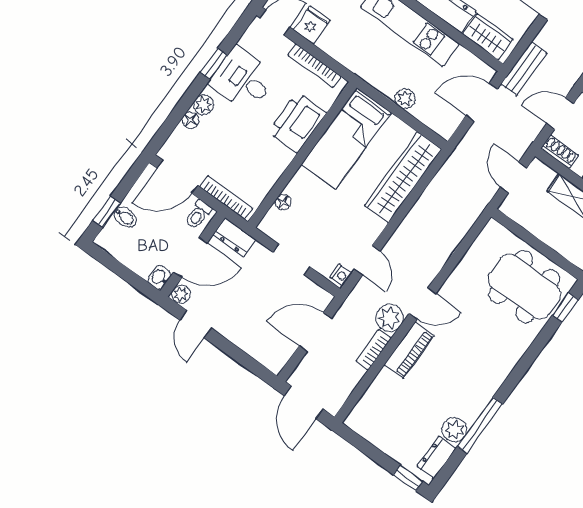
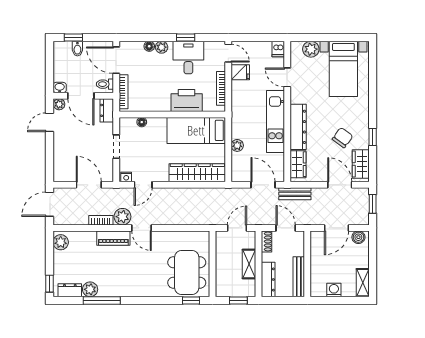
plant: (364, 424) -> (61, 242), added

